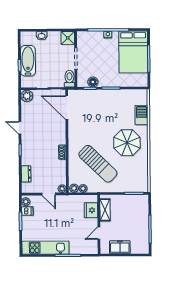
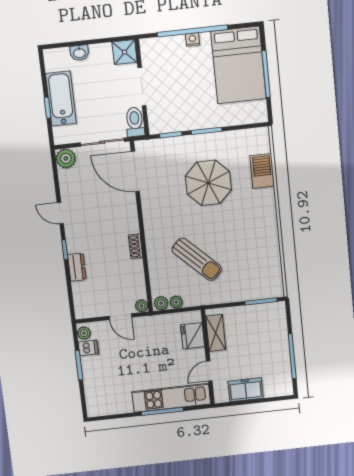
floor lamp: (93, 82) -> (175, 123), removed
parasol: (127, 143) -> (208, 183), moved
sun lounger: (98, 164) -> (197, 259), width x0.73, depth x0.75
dresser: (26, 174) -> (77, 267), moved
kitchen unit: (45, 248) -> (171, 398), moved

